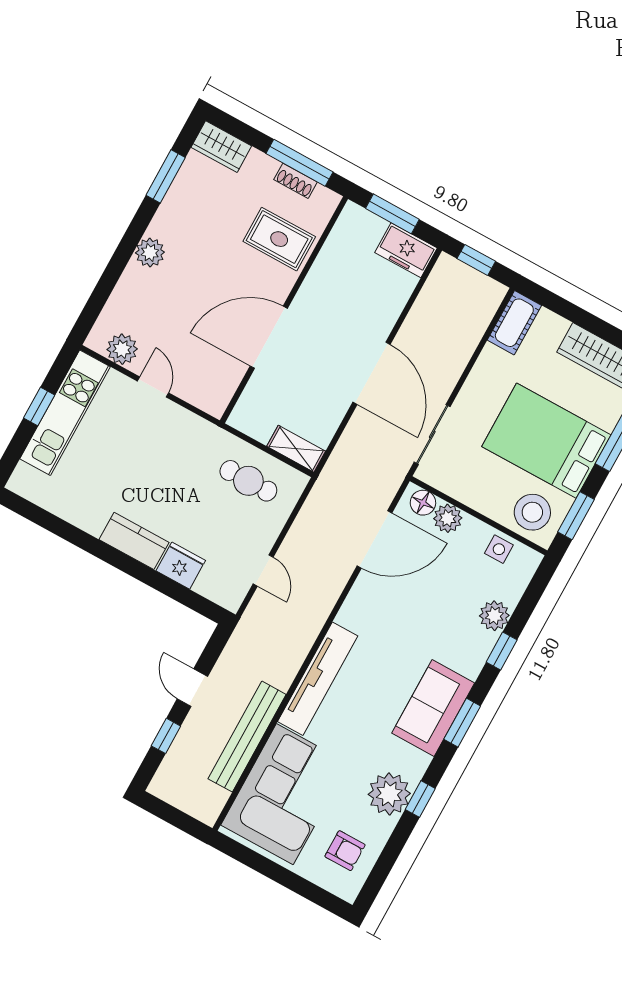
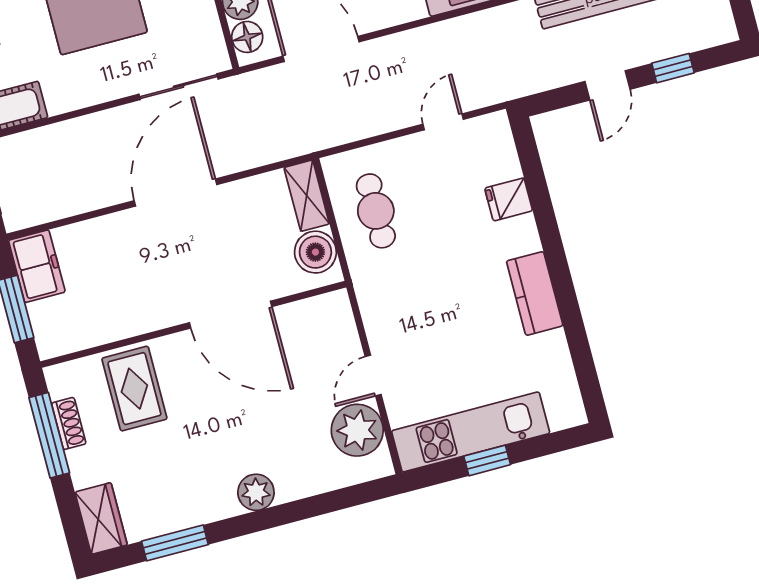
plant: (122, 349) -> (357, 430), width x1.36, depth x1.36
boiler: (258, 422) -> (315, 252), added
kitchen counter: (134, 541) -> (535, 293), moved
fridge: (181, 566) -> (509, 199), width x0.72

